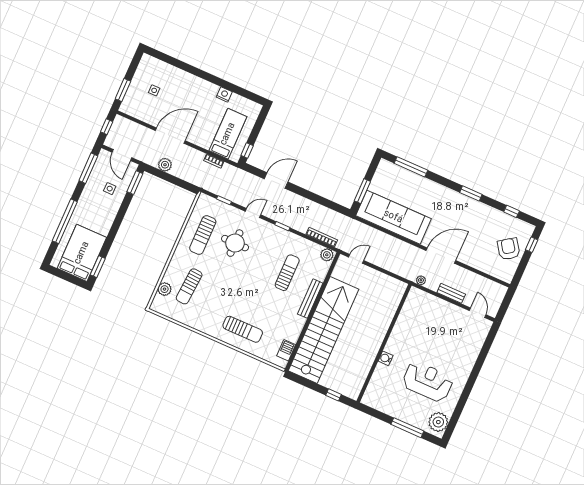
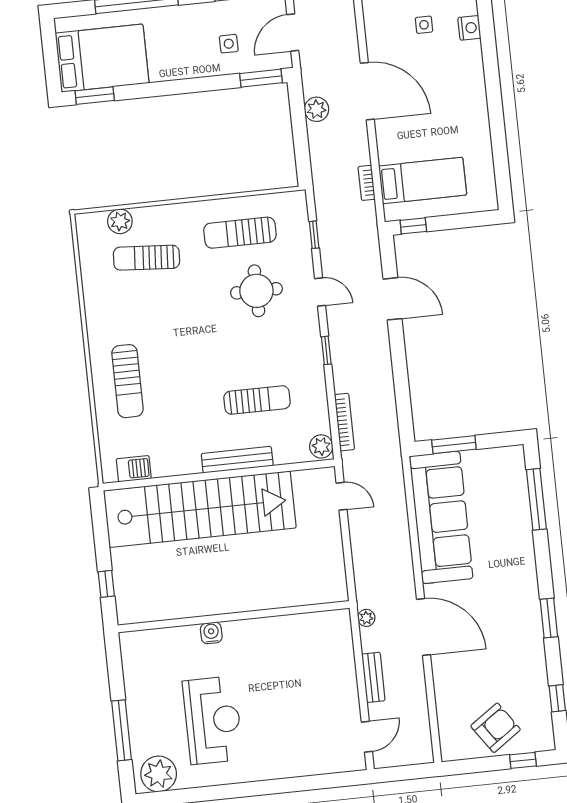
nightstand: (224, 94) -> (469, 28), moved

